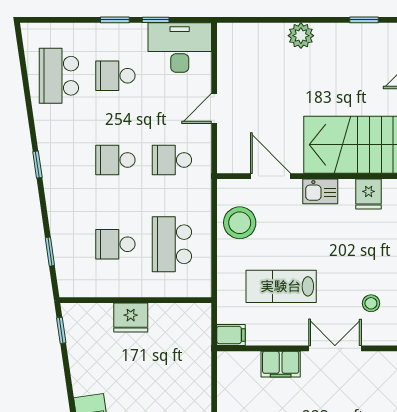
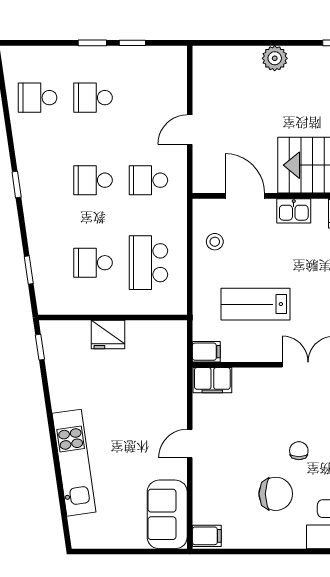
desk: (180, 48) -> (156, 70), removed
school desk: (59, 76) -> (38, 98), width x0.54
stool: (240, 223) -> (215, 242), width x0.53, depth x0.53
filing cabinet: (281, 364) -> (212, 380), moved

